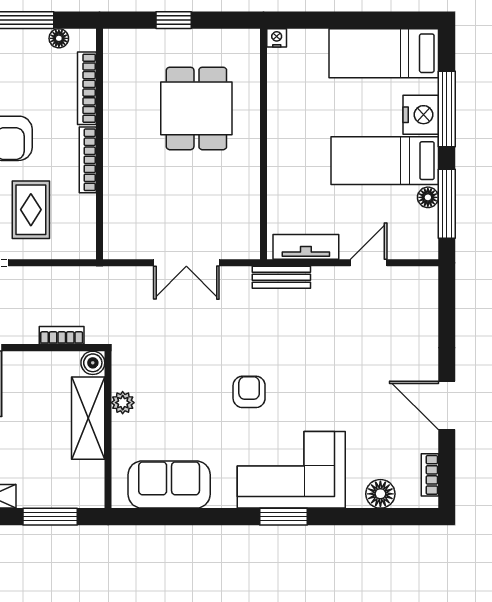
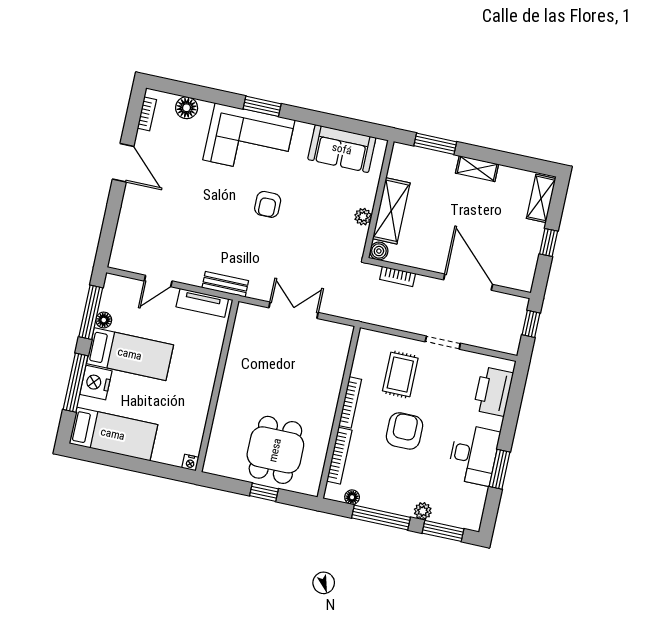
dining table: (196, 108) -> (275, 450), moved

